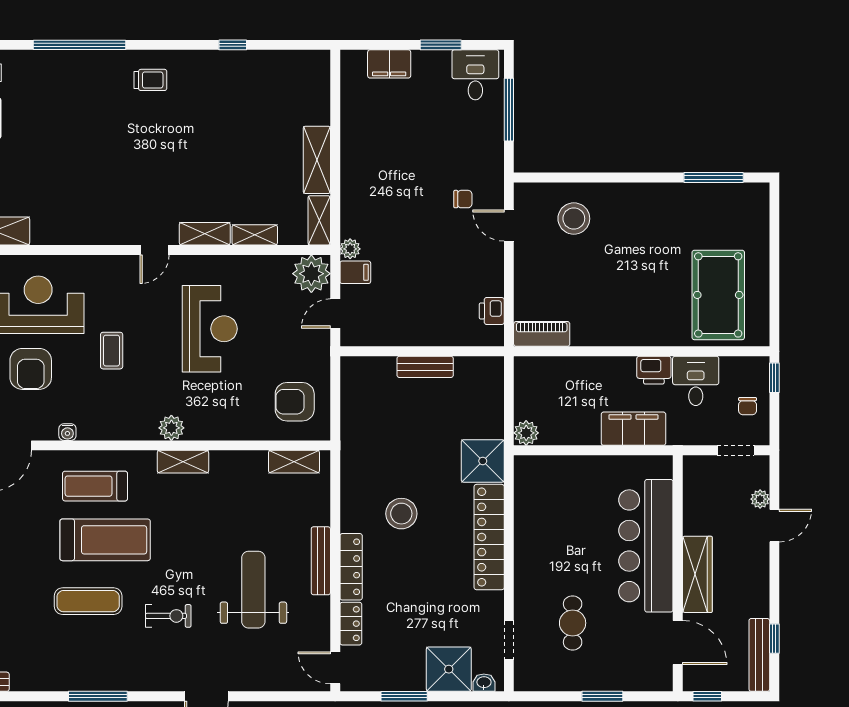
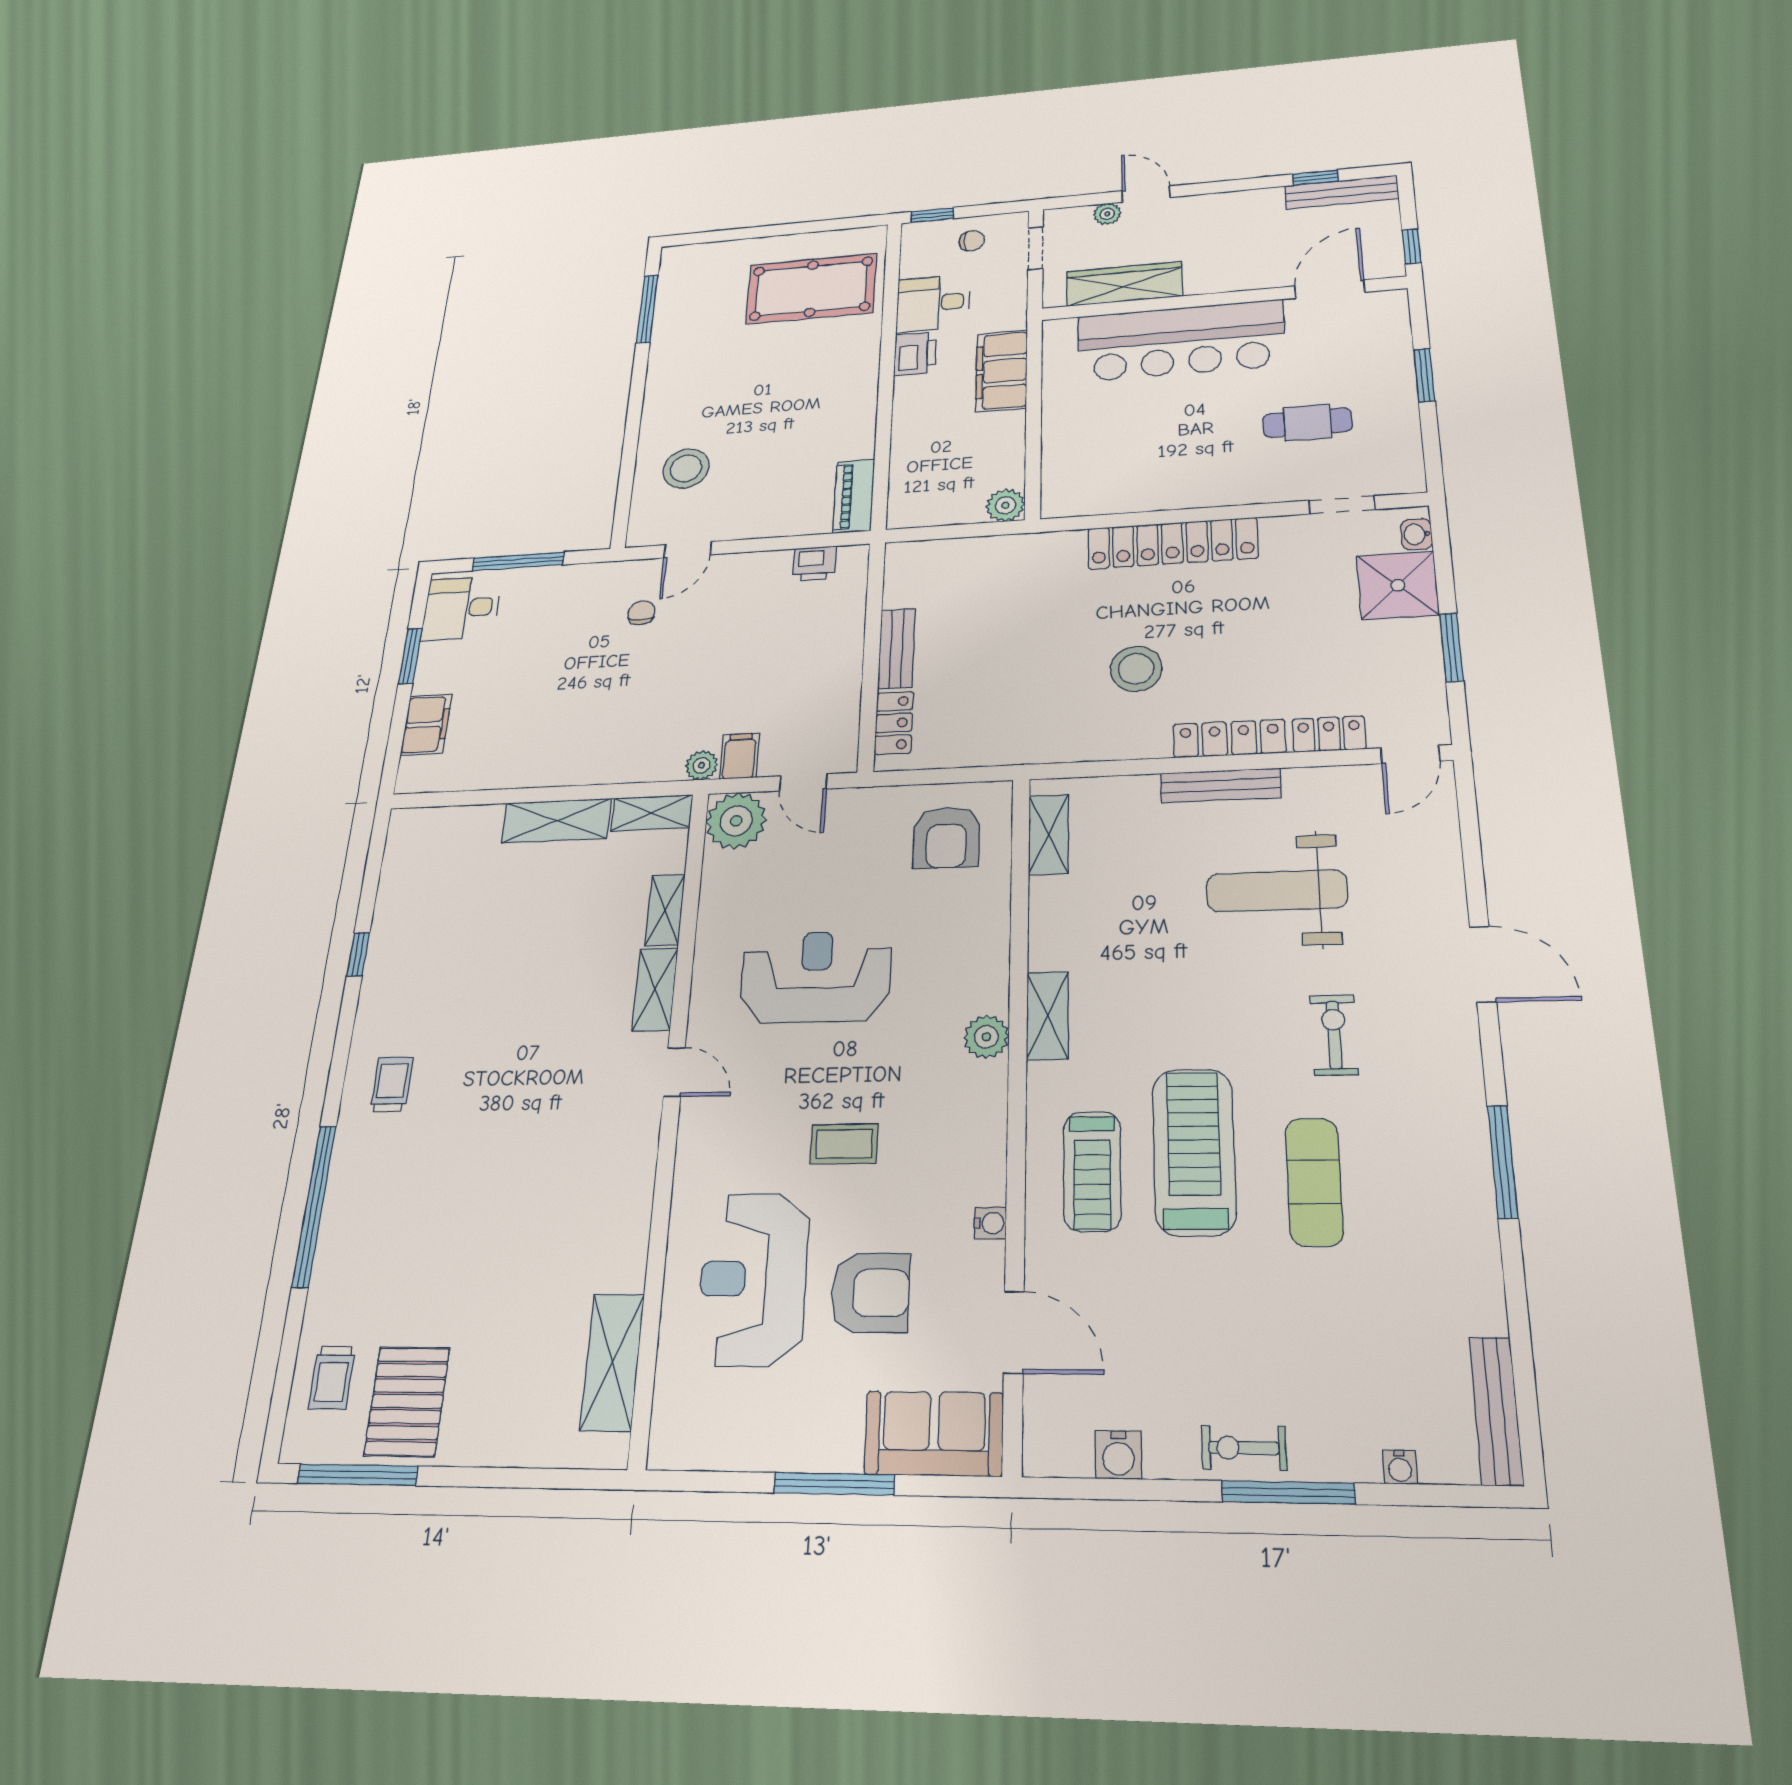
locker: (373, 367) -> (894, 723), added
shower: (483, 461) -> (1049, 560), removed
wardrobe: (697, 574) -> (1124, 284), moved

